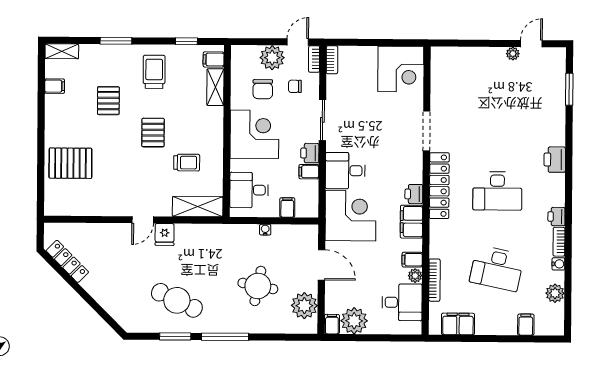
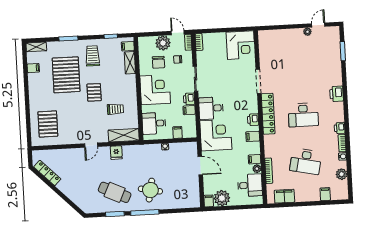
door: (298, 42) -> (178, 33), hinge flipped
pallet: (108, 101) -> (66, 75), width x2.05, depth x2.00
pallet: (70, 163) -> (48, 124), moved, turned 90
filing cabinet: (411, 222) -> (253, 136), width x0.50
fridge: (165, 234) -> (116, 153), moved
round table: (258, 286) -> (150, 190), moved
plant: (304, 306) -> (191, 191), removed

